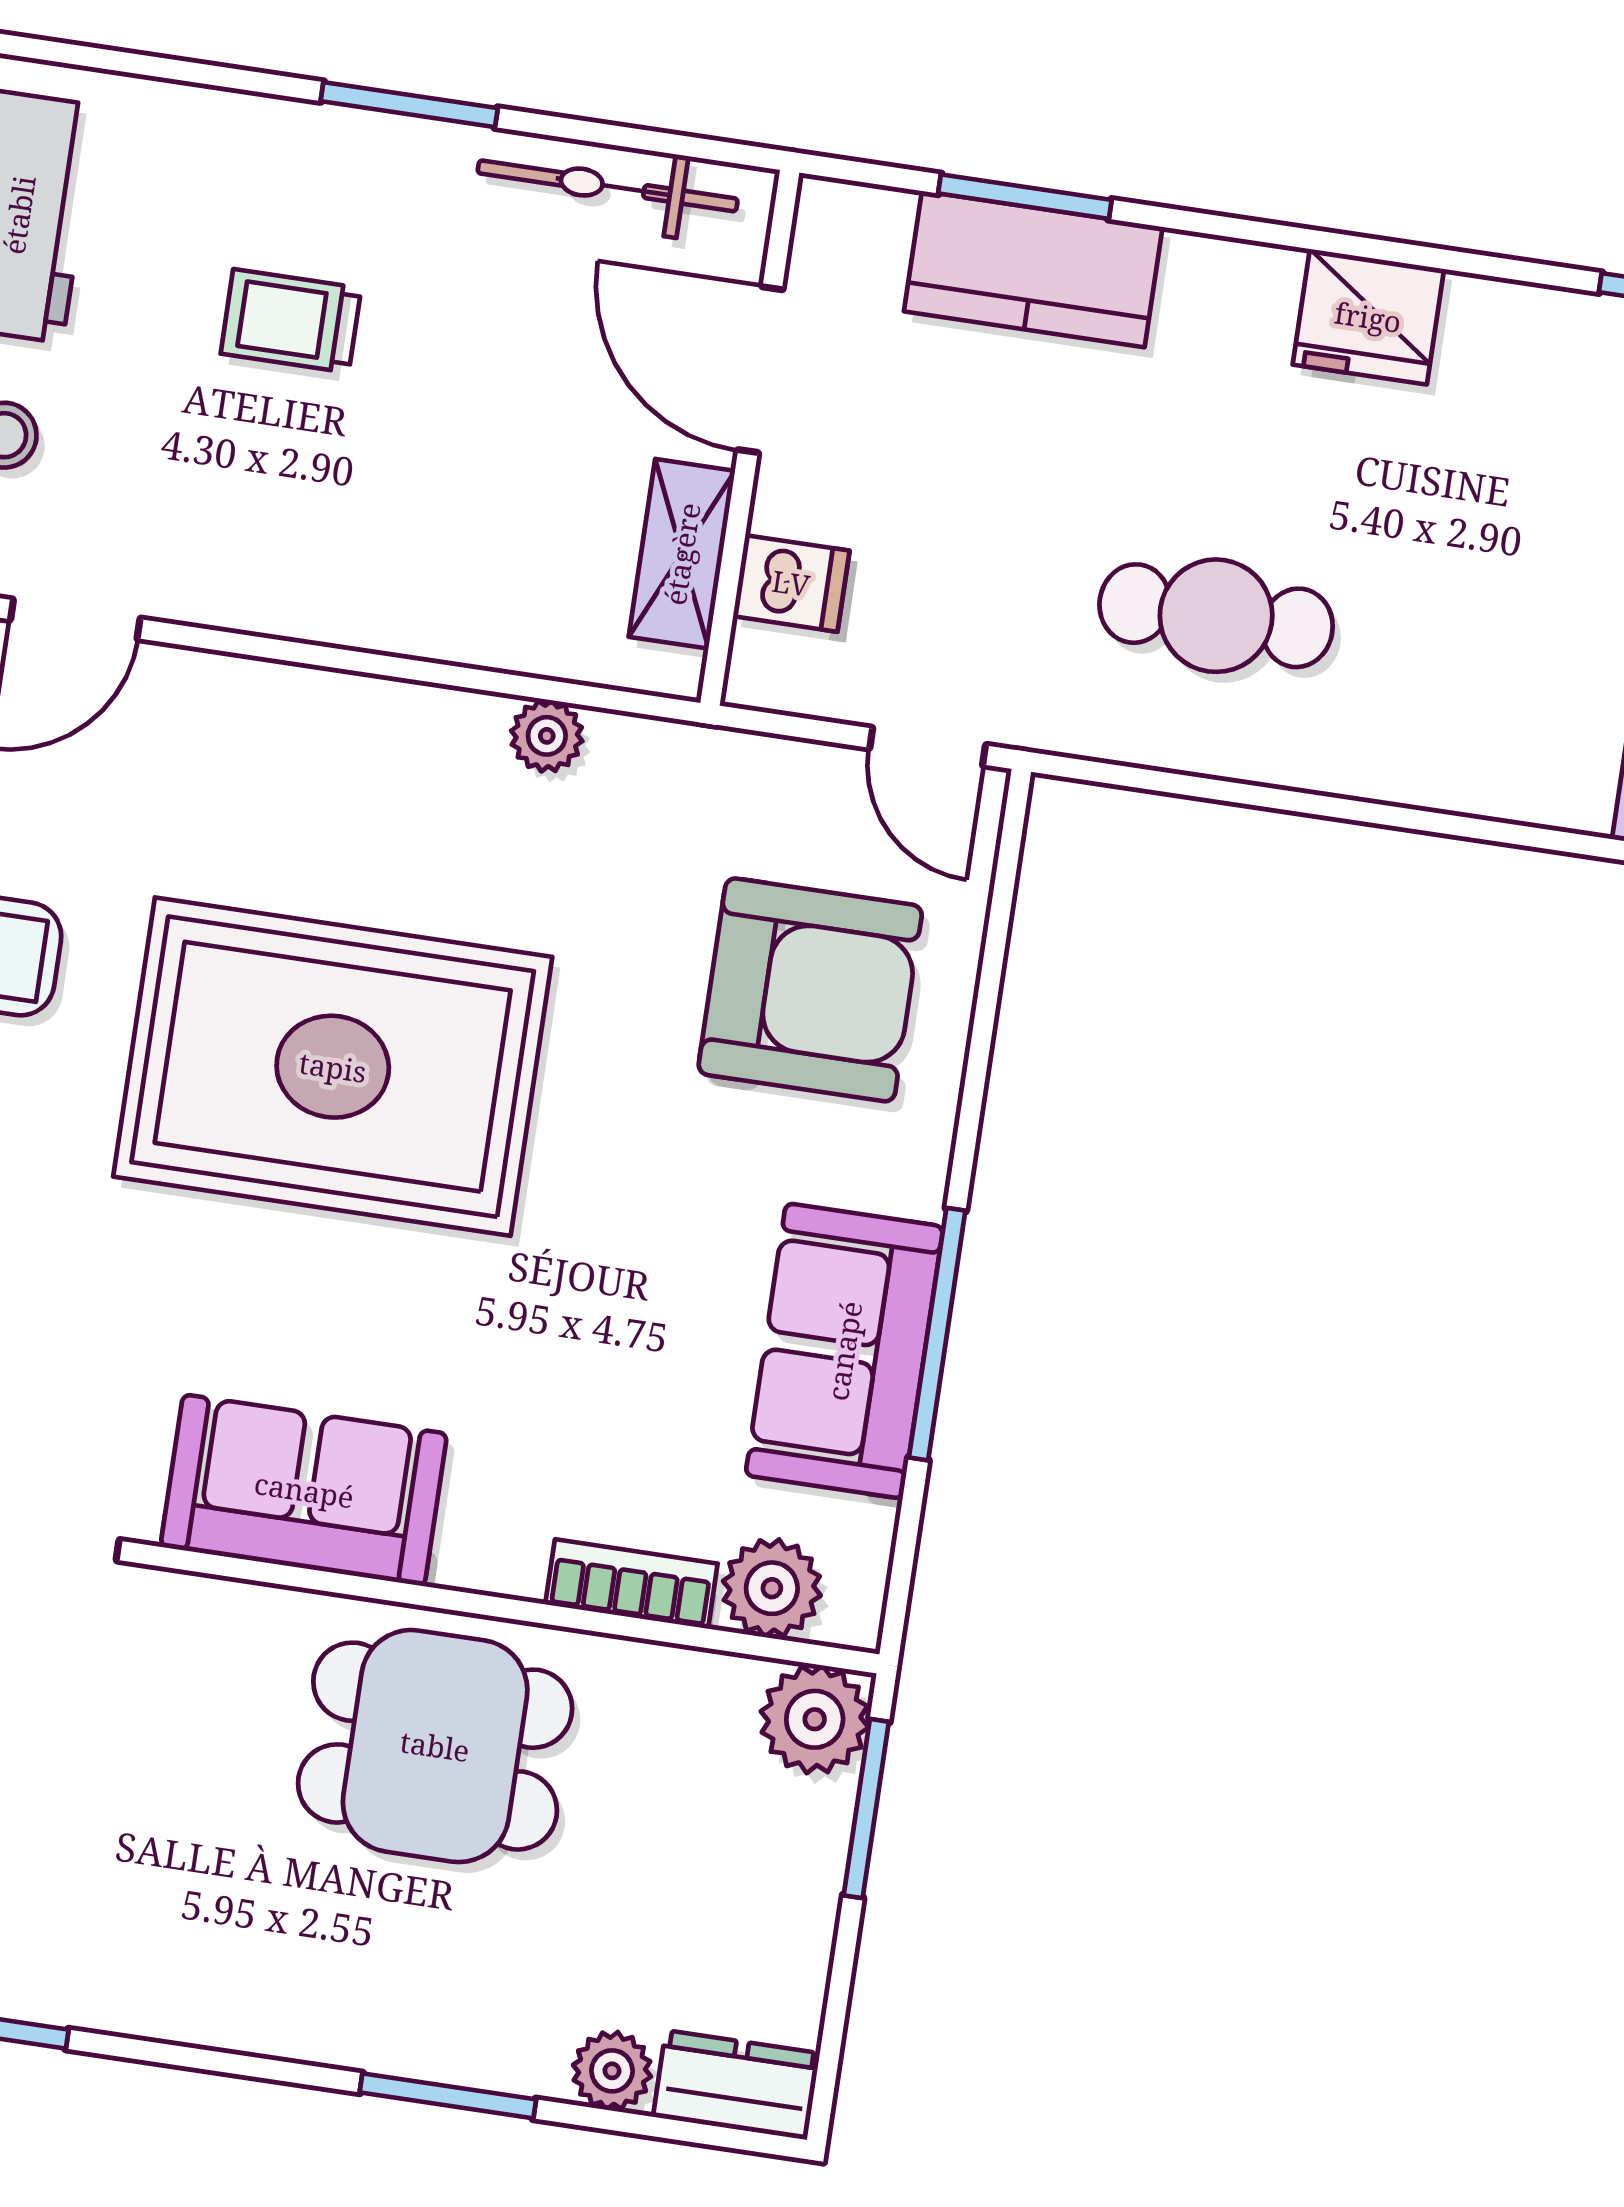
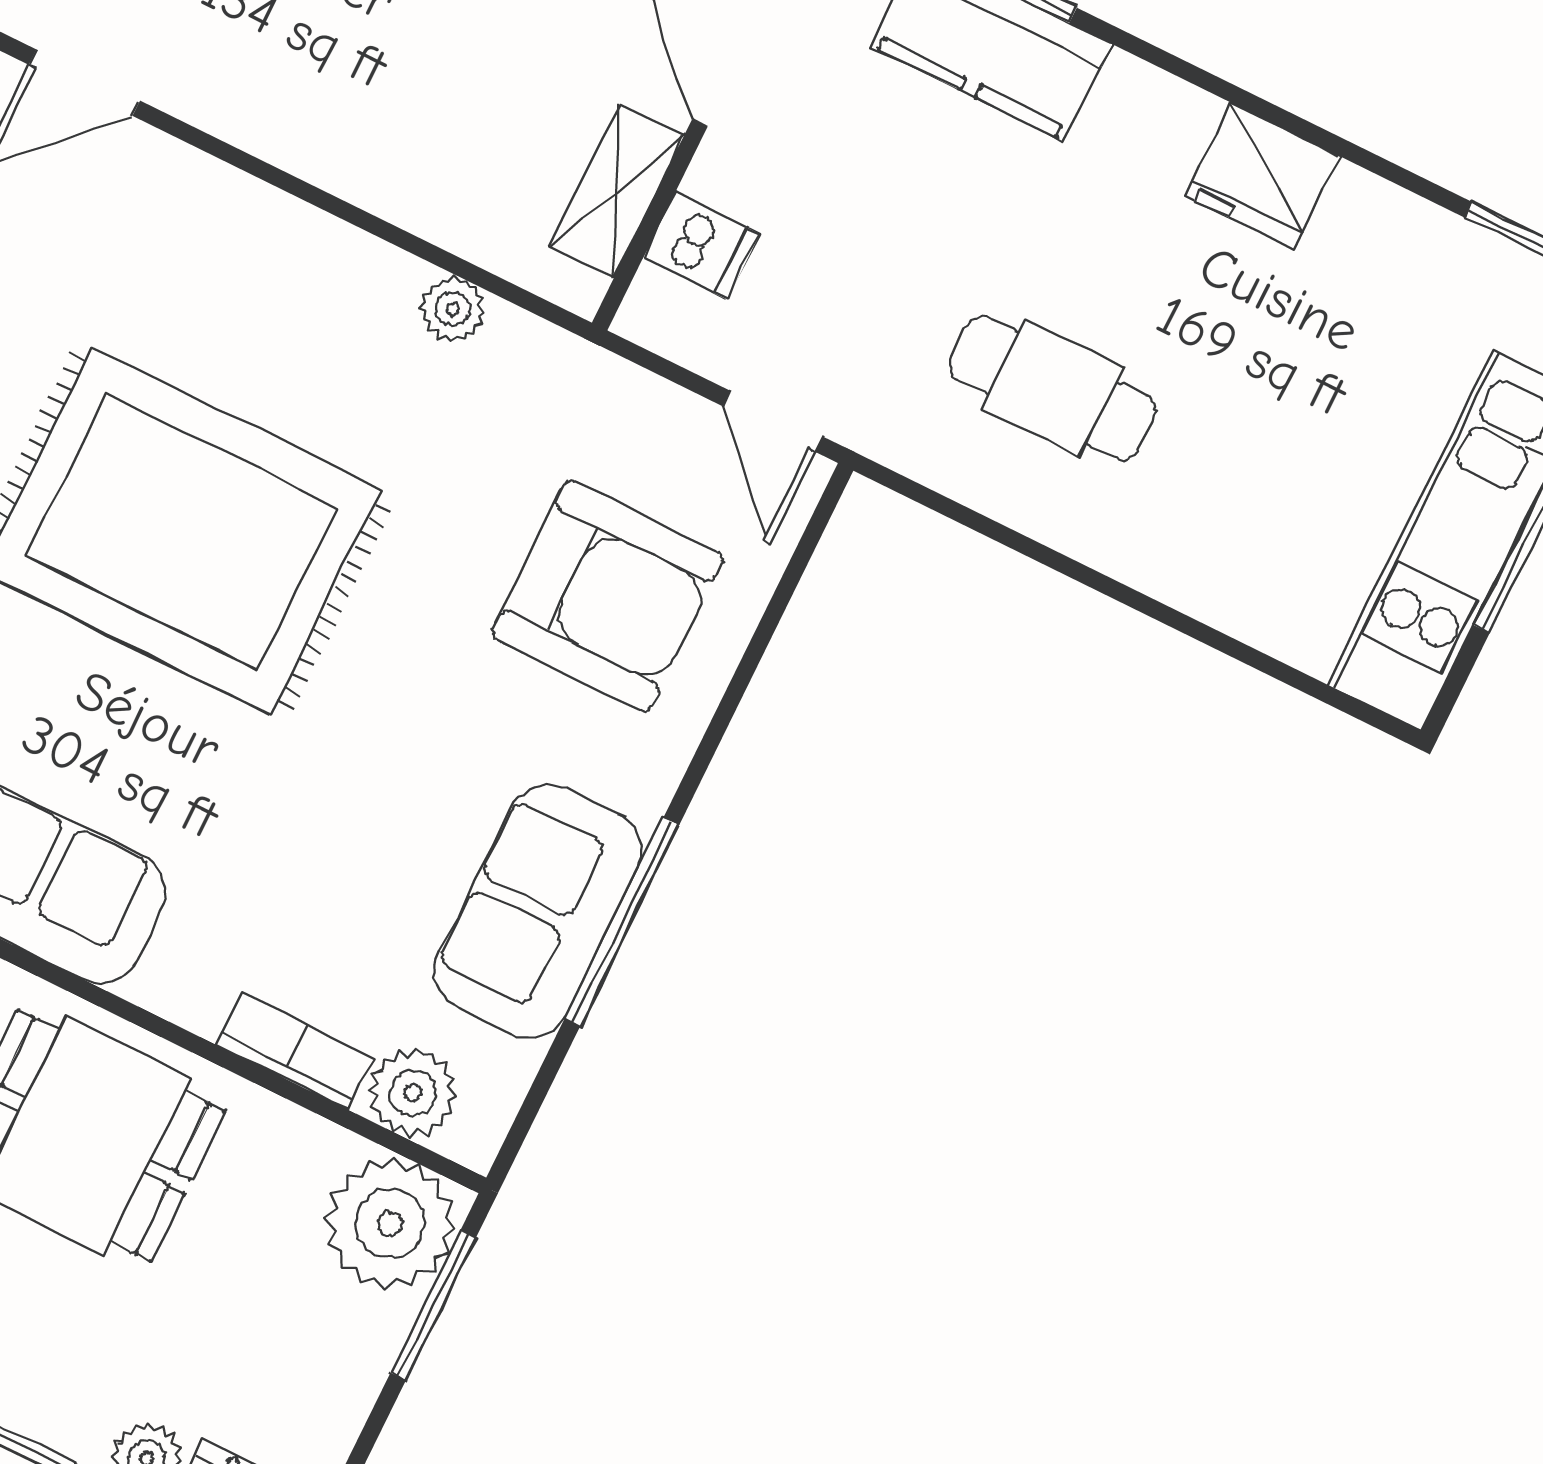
plant: (815, 1719) -> (390, 1224), width x1.36, depth x1.36

